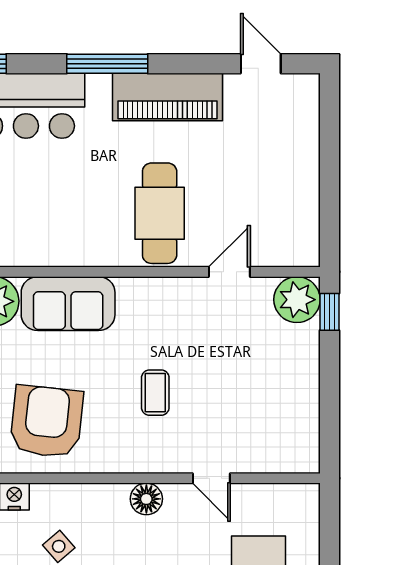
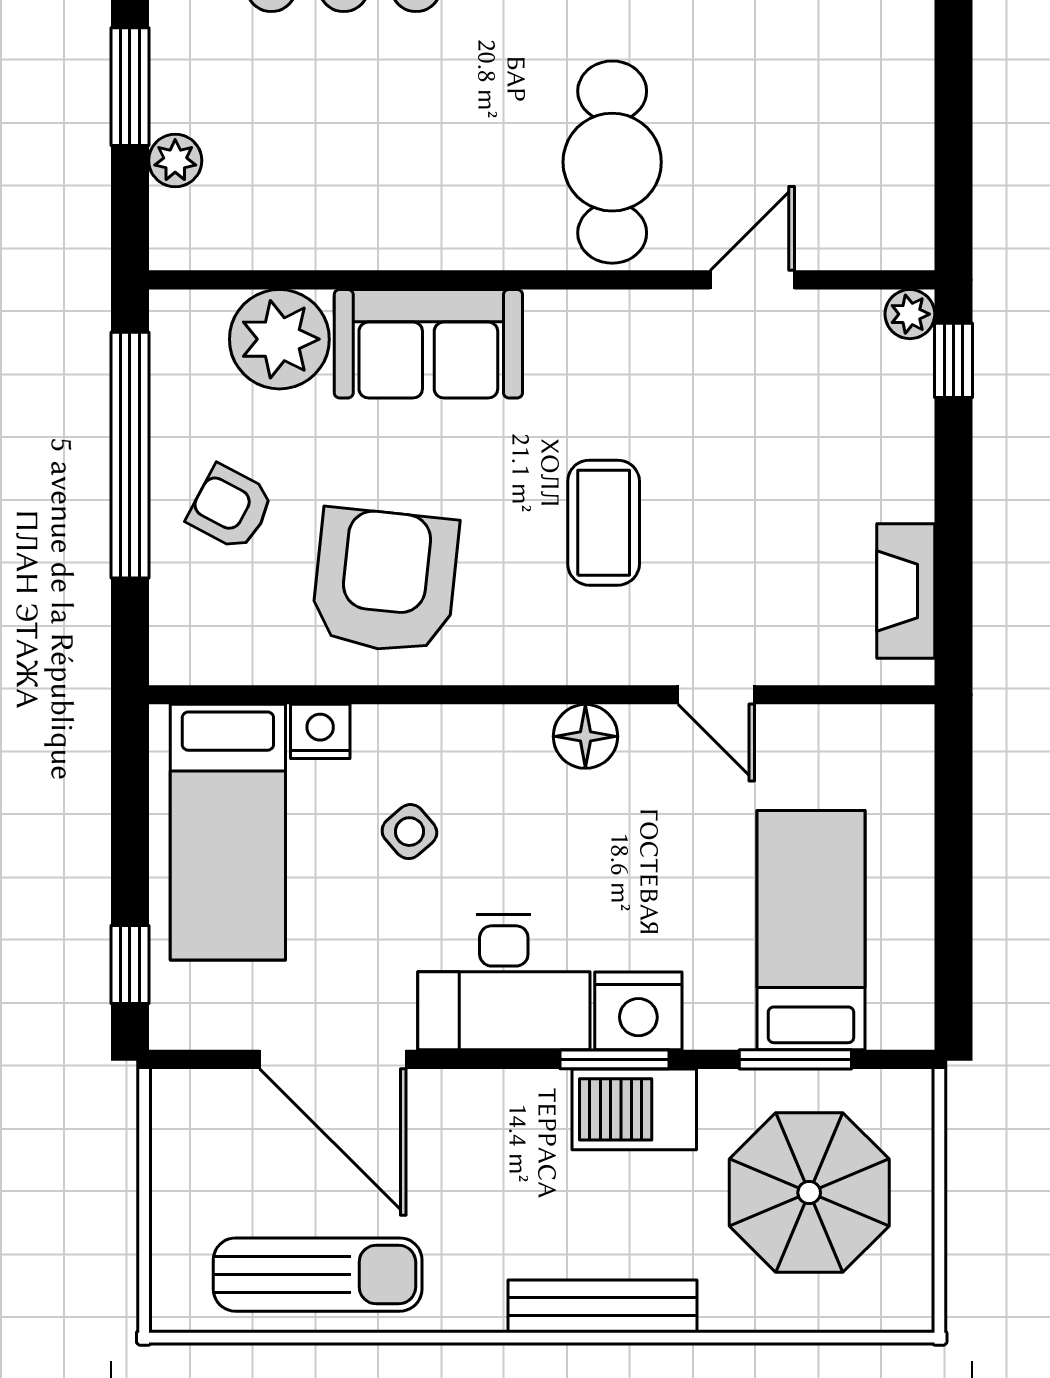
plant: (297, 300) -> (910, 314), width x0.53, depth x0.53
coffee table: (155, 393) -> (604, 523), width x1.36, depth x1.30
fireplace: (306, 427) -> (906, 591), added

